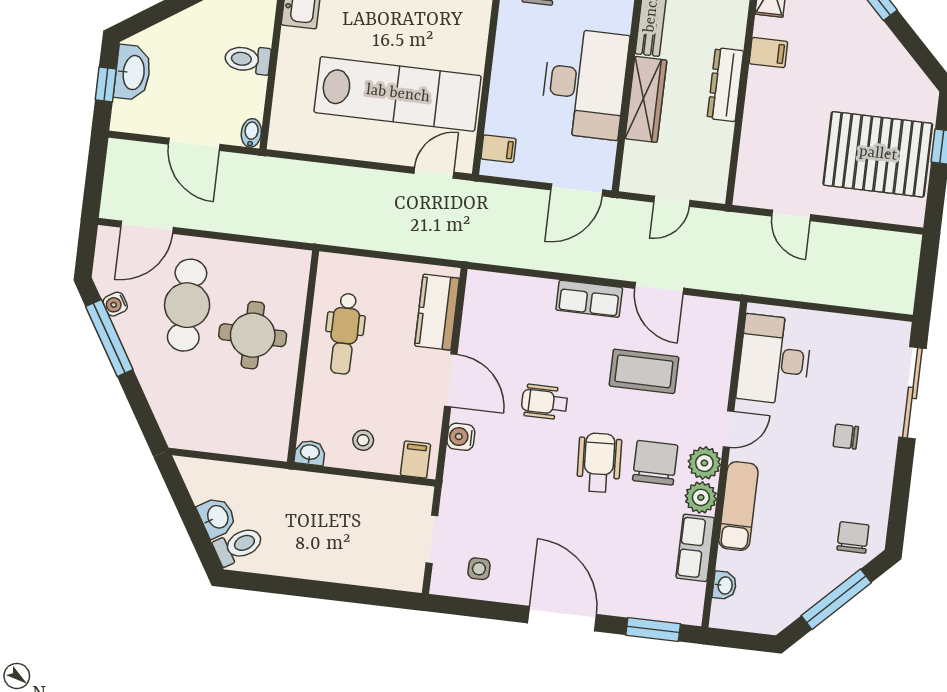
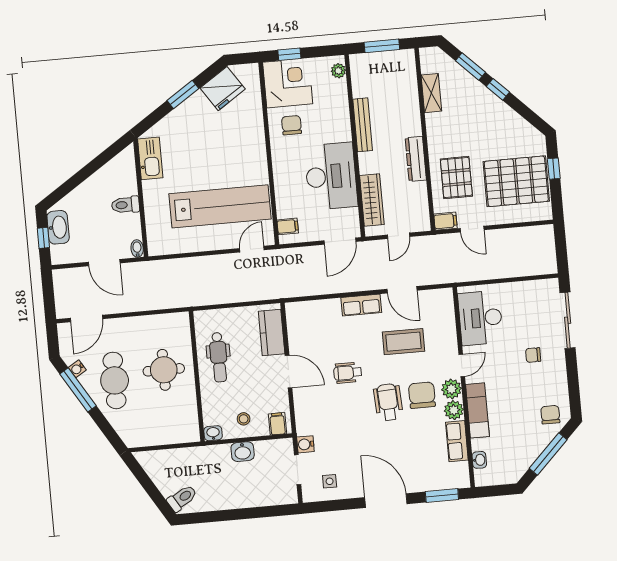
filing cabinet: (768, 53) -> (445, 221), moved
wardrobe: (646, 99) -> (372, 200), moved
pallet: (784, 128) -> (456, 178), added
cafe table: (187, 305) -> (115, 380), moved
water cooler: (461, 437) -> (305, 444), moved
washbasin: (217, 517) -> (243, 452), moved, turned 121

